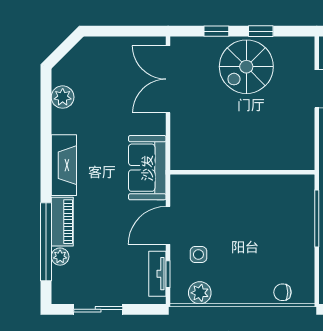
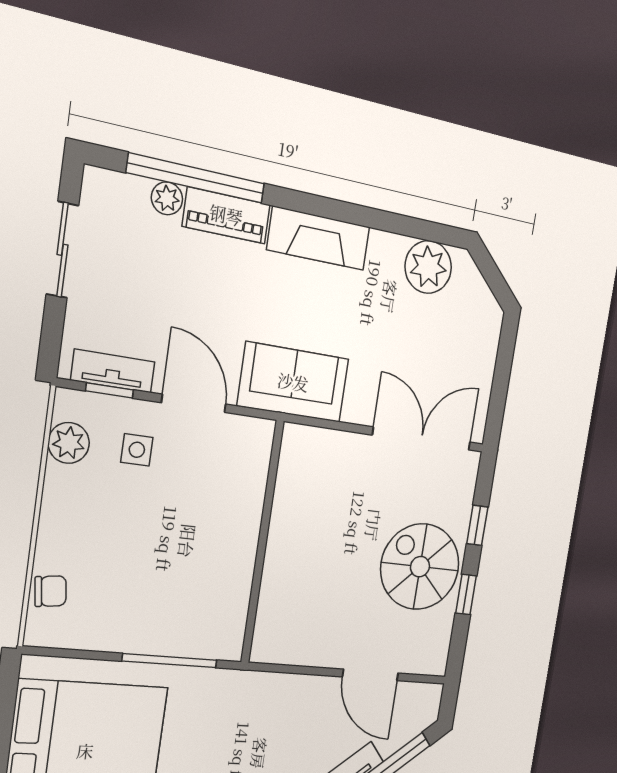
plant: (63, 97) -> (428, 267), width x1.36, depth x1.36
chair: (282, 292) -> (51, 591), turned 83

